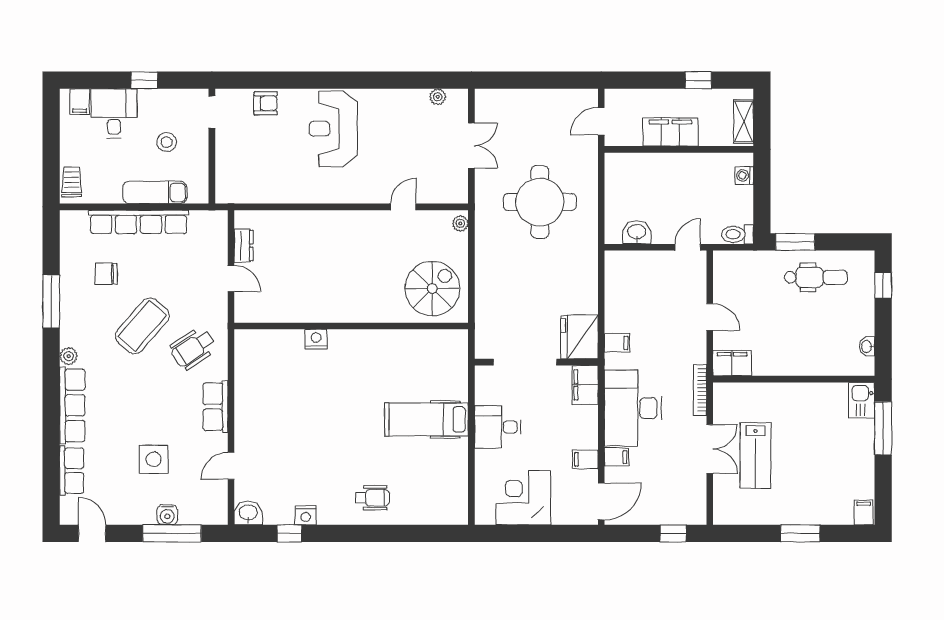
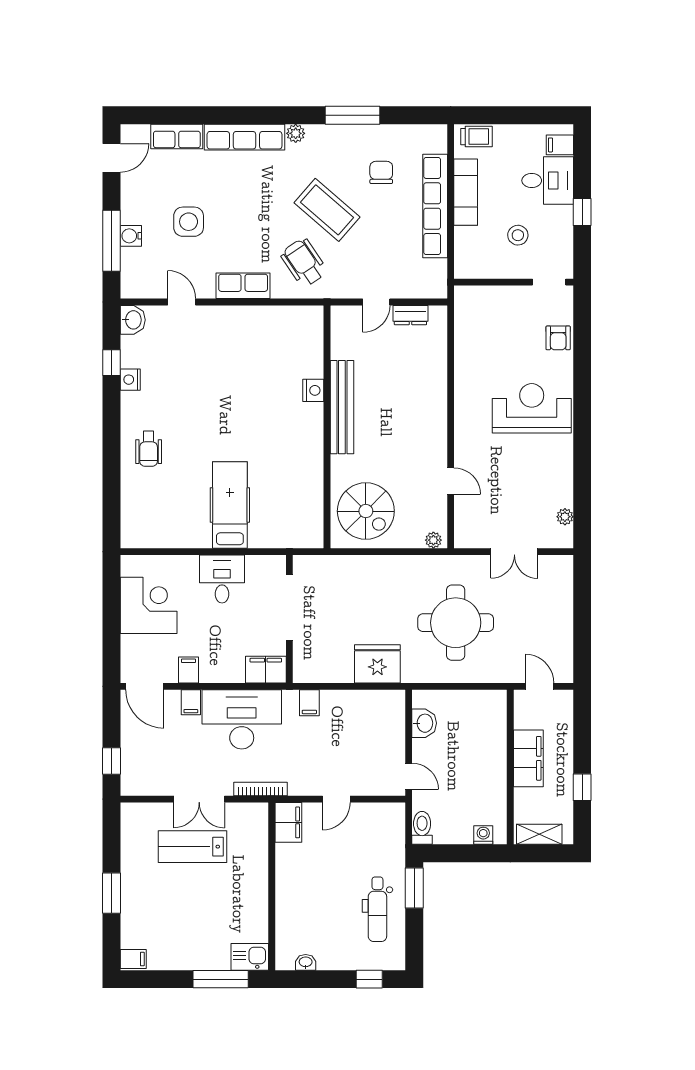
exam couch: (155, 192) -> (466, 192), moved
bench: (332, 312) -> (342, 407), added
fridge: (579, 337) -> (377, 664), moved

